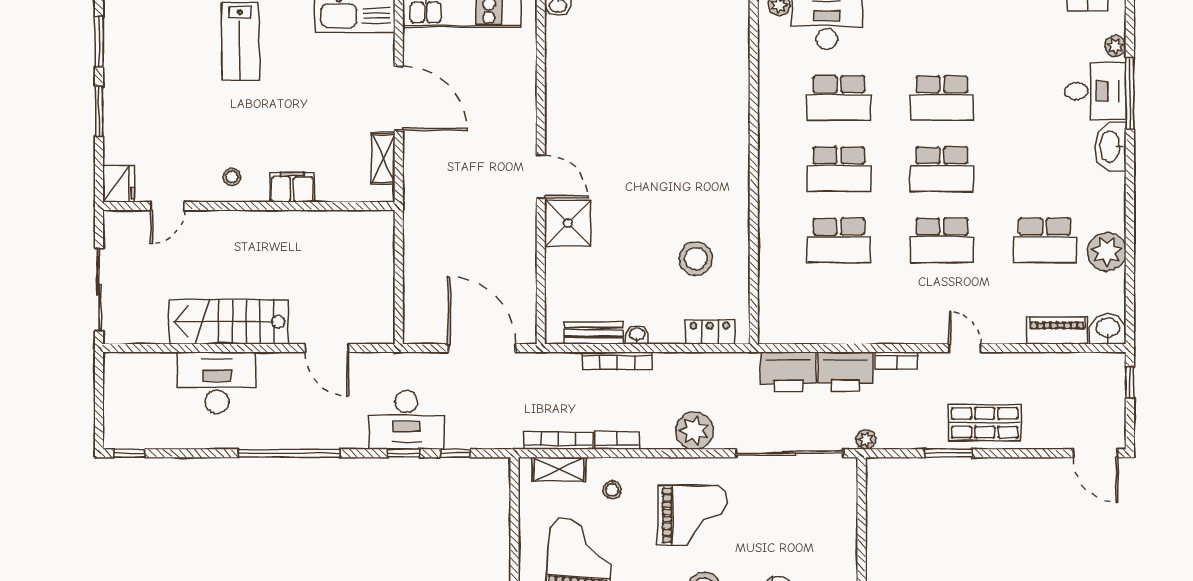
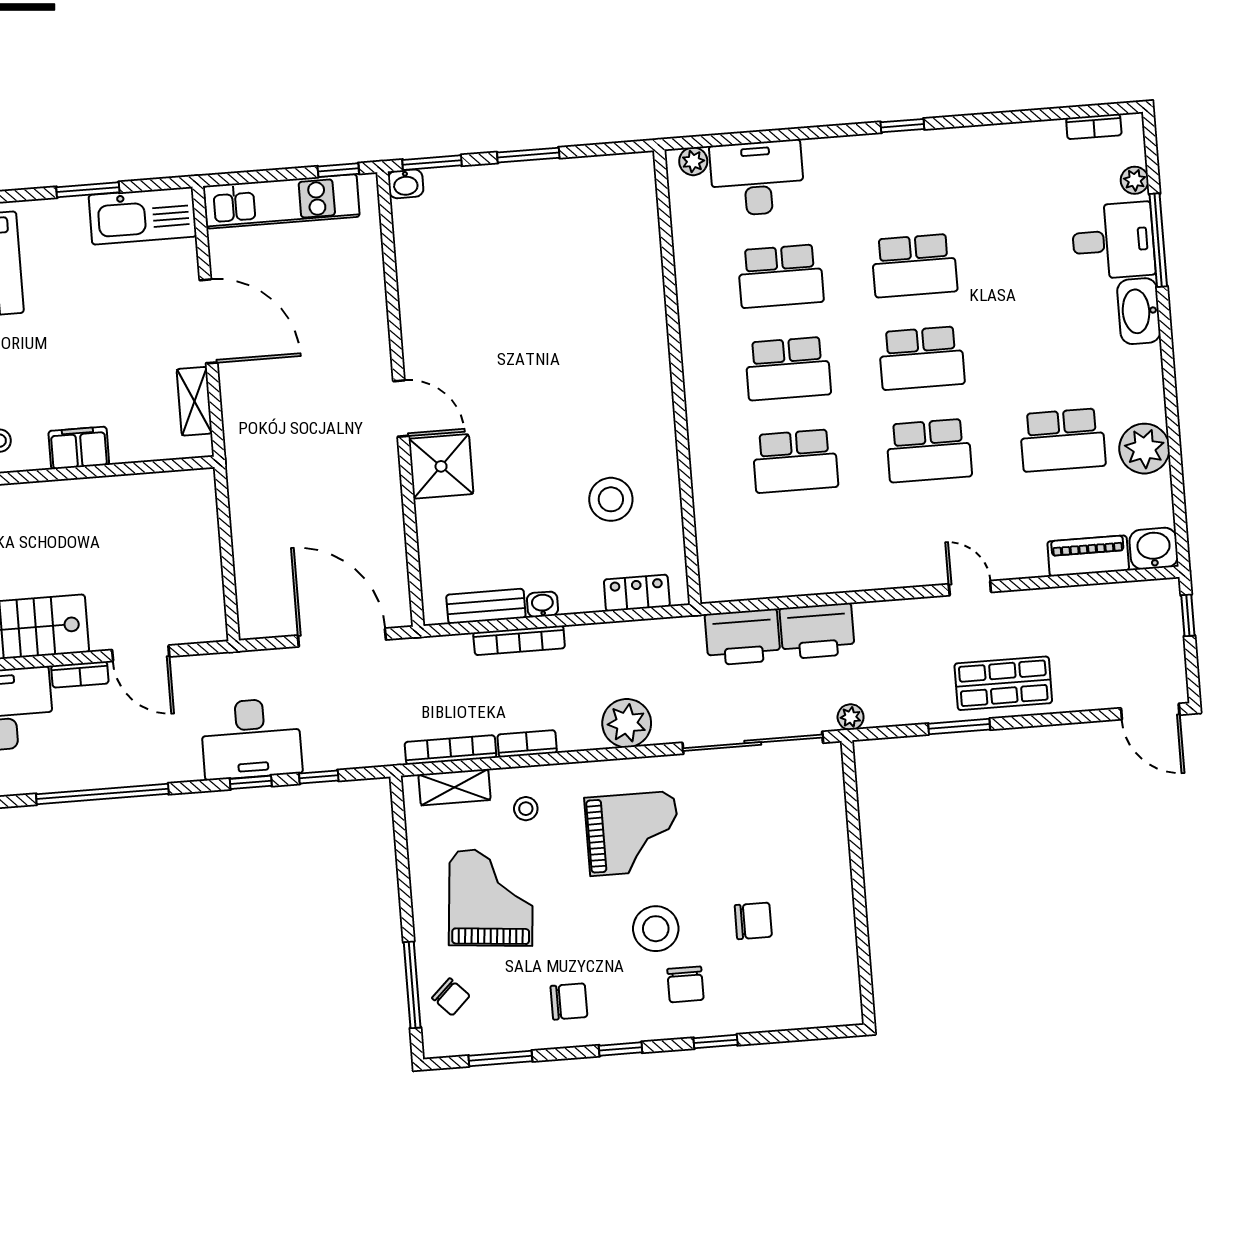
bookcase: (897, 361) -> (80, 675), moved

